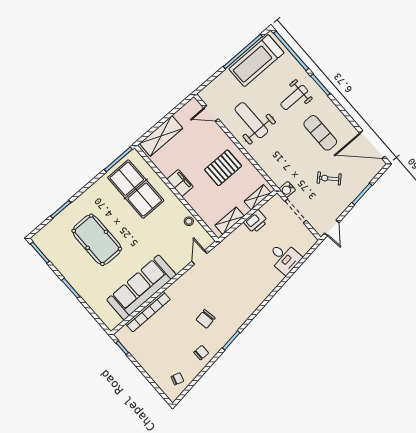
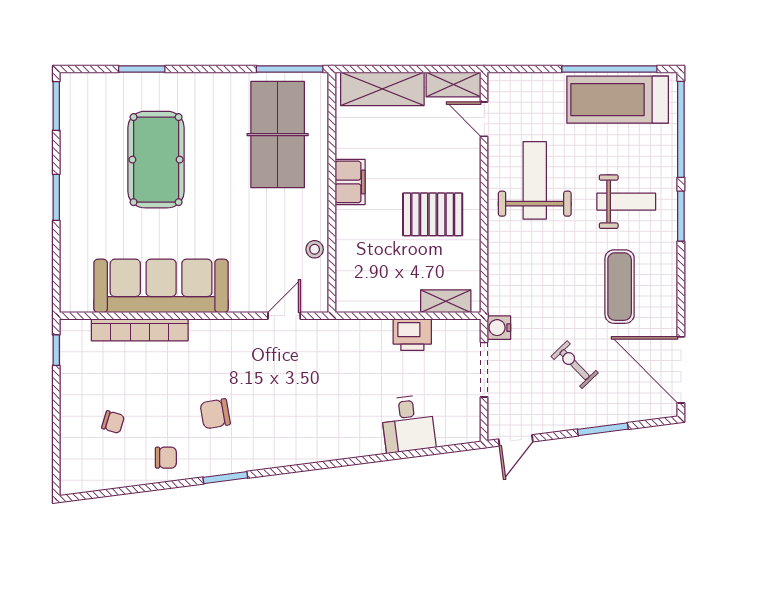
weight bench: (294, 97) -> (626, 202), turned 180
shelving: (230, 221) -> (454, 84), moved
chair: (177, 379) -> (113, 422), moved

